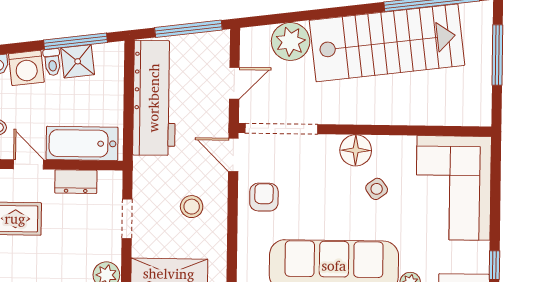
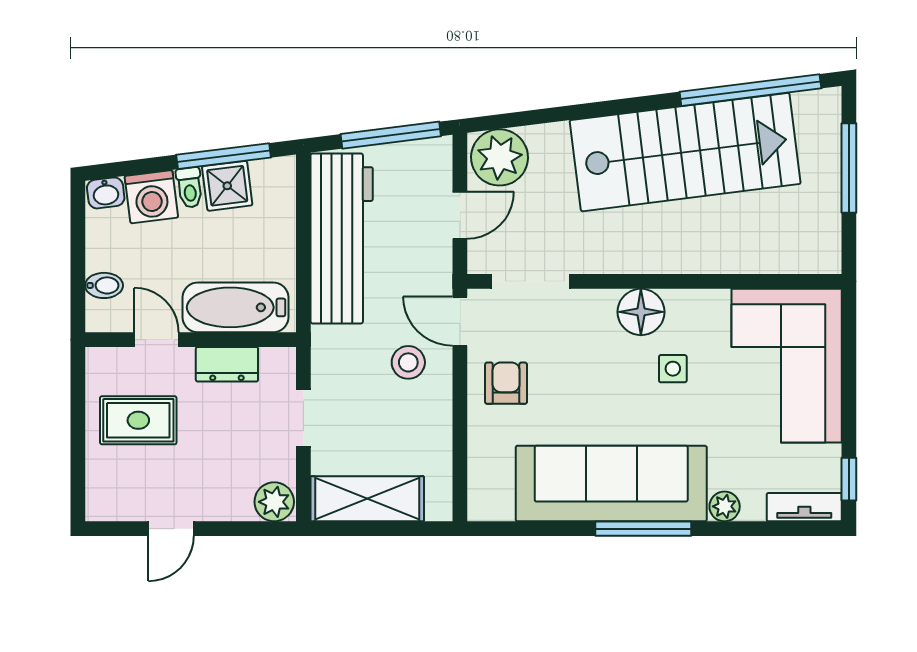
plant: (291, 41) -> (500, 157), moved
doorway: (281, 129) -> (530, 281), width x0.73
side table: (377, 189) -> (673, 369), turned 36
stool: (192, 207) -> (408, 362), moved

